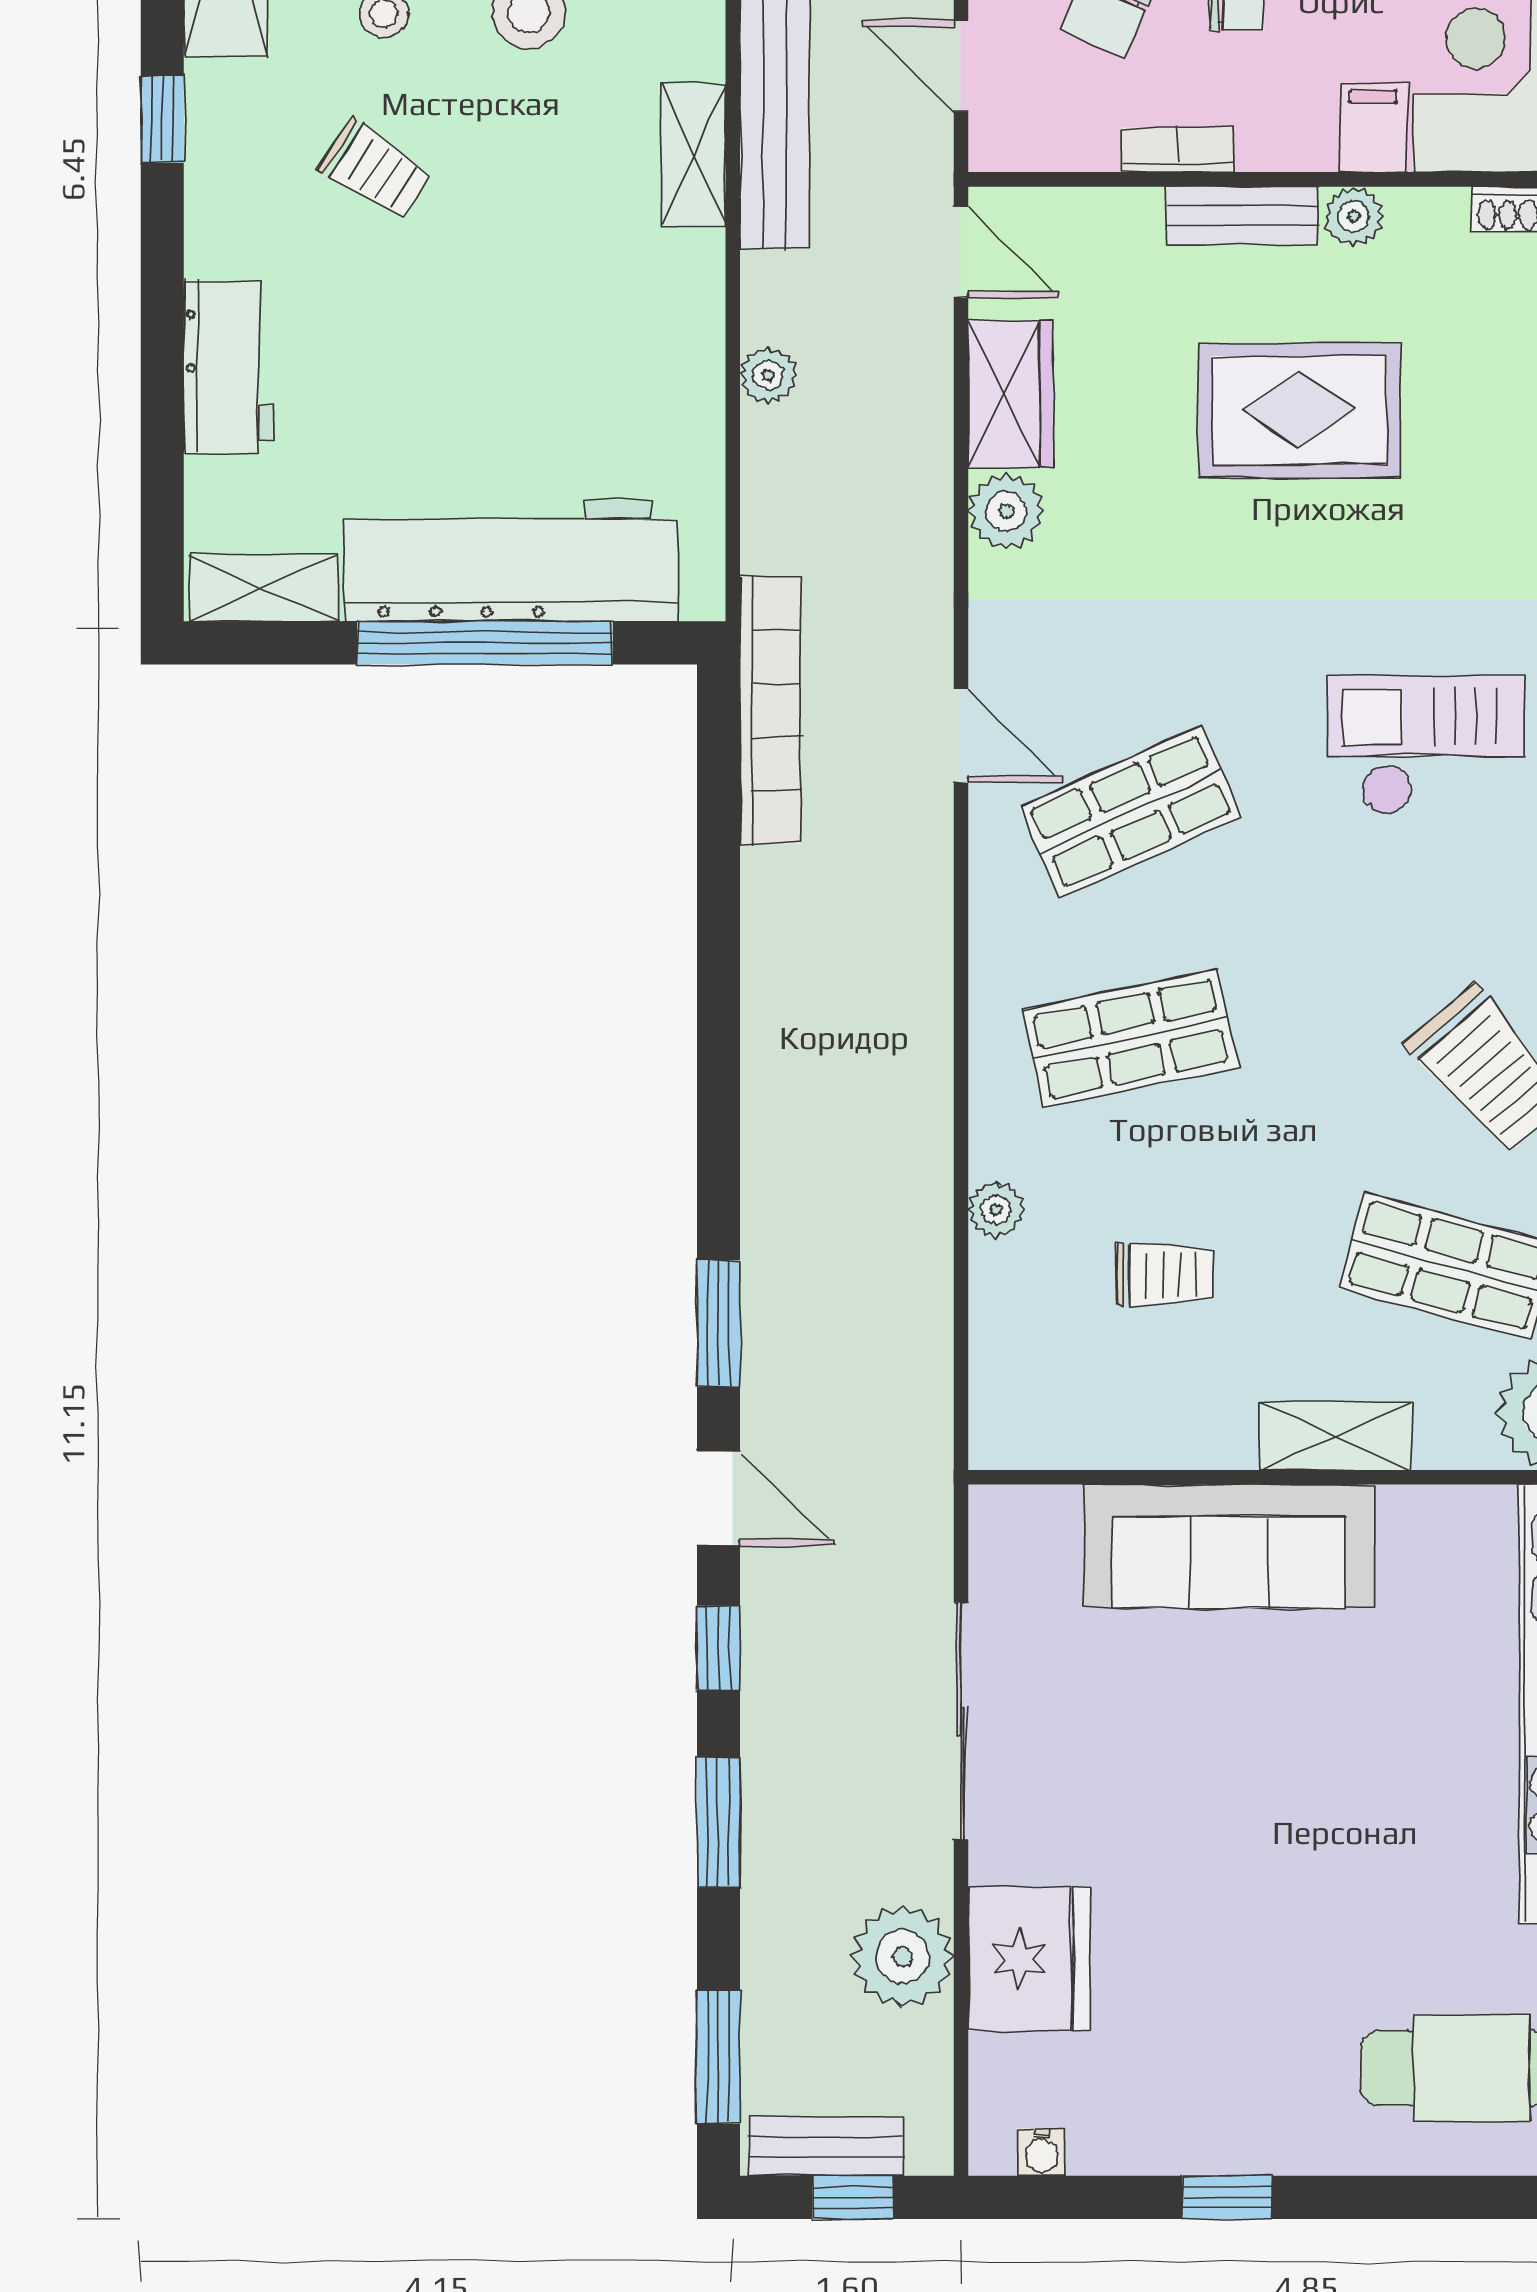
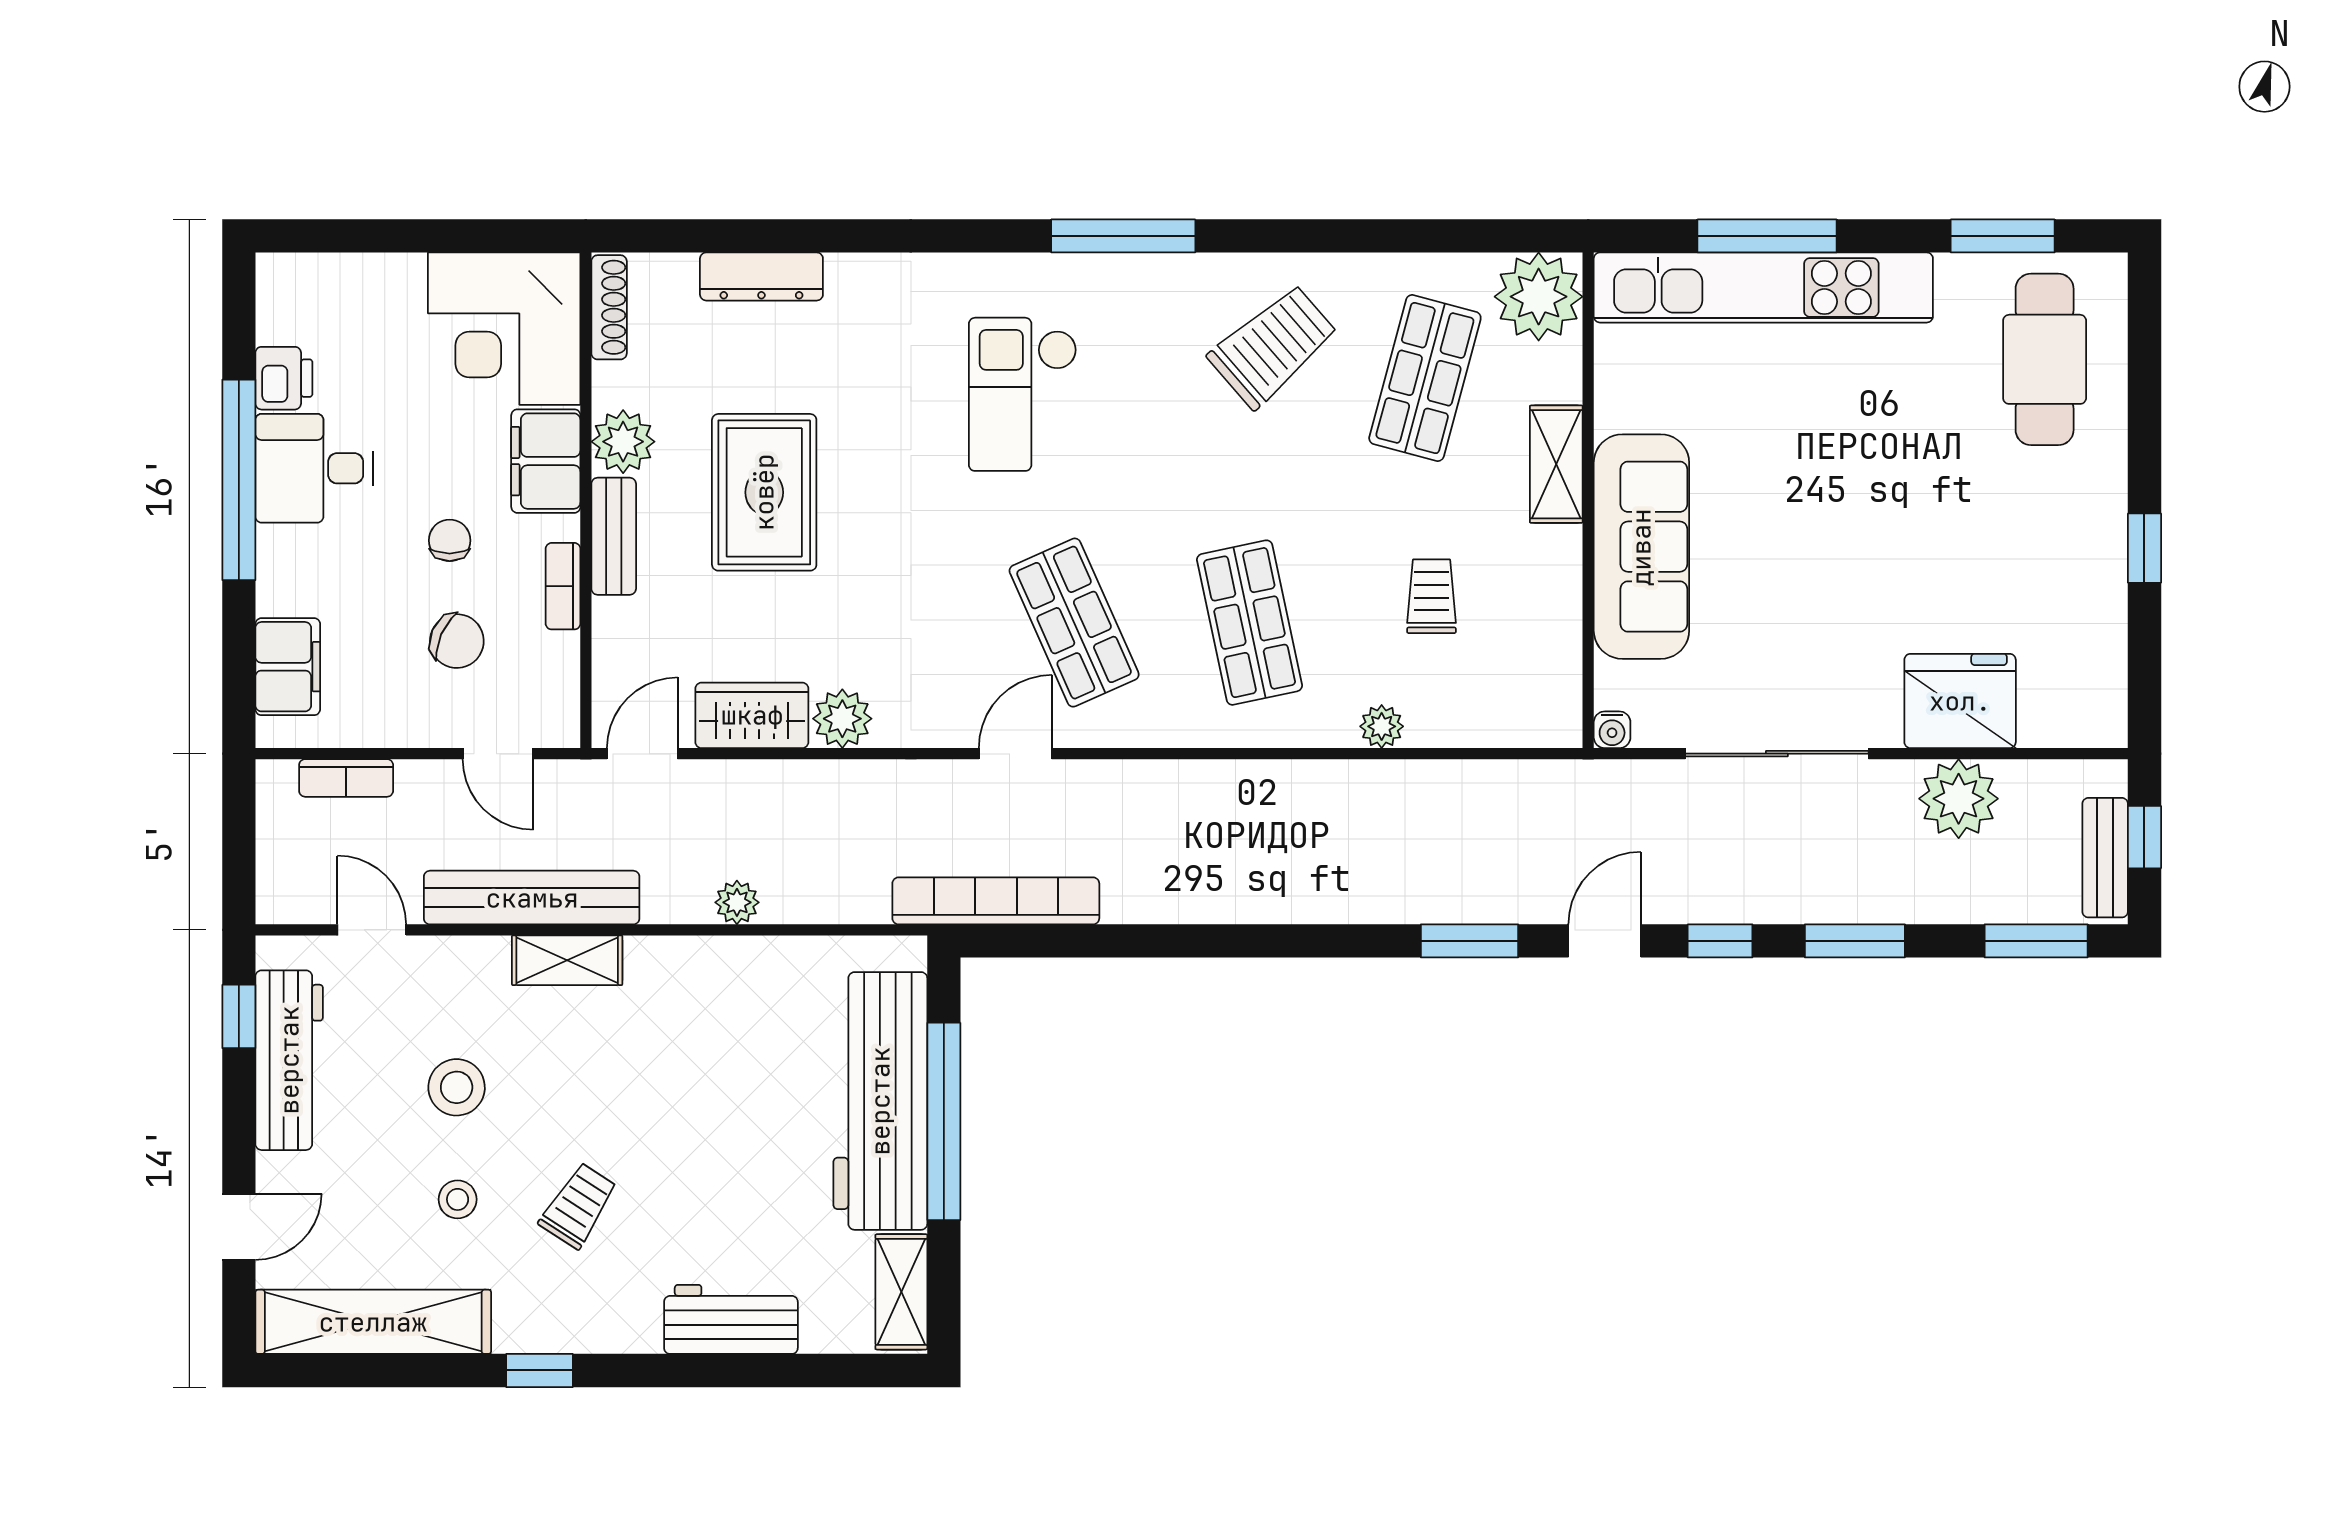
door: (961, 66) -> (498, 754), hinge flipped
filing cabinet: (1373, 128) -> (546, 461), width x2.00
plant: (1354, 216) -> (623, 442), width x1.38, depth x1.38
water cooler: (1041, 2152) -> (1612, 730), moved, turned 90

